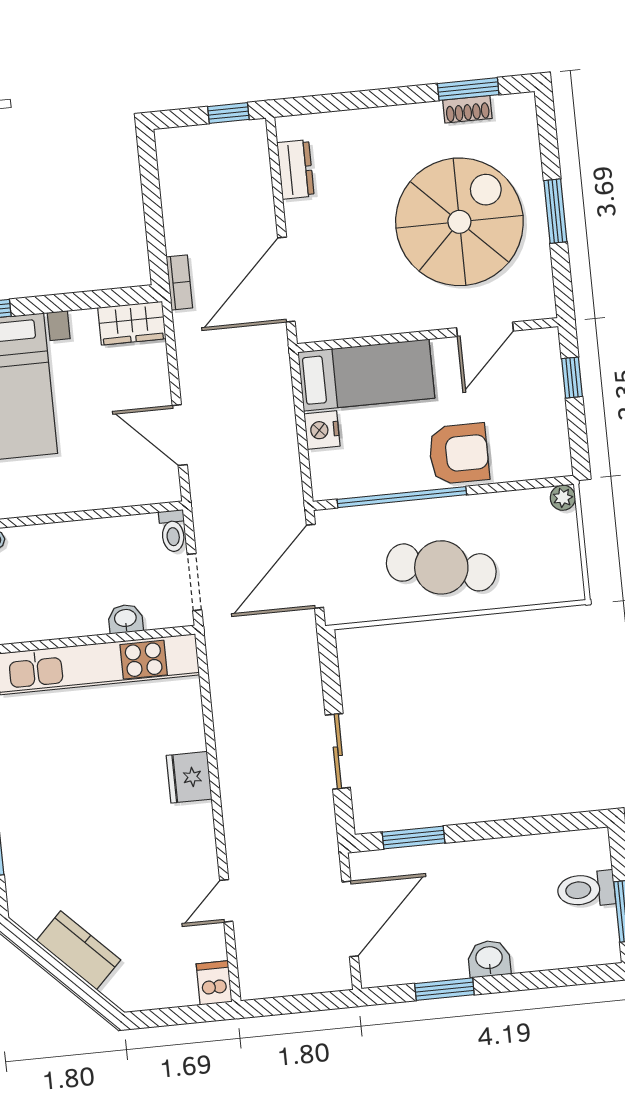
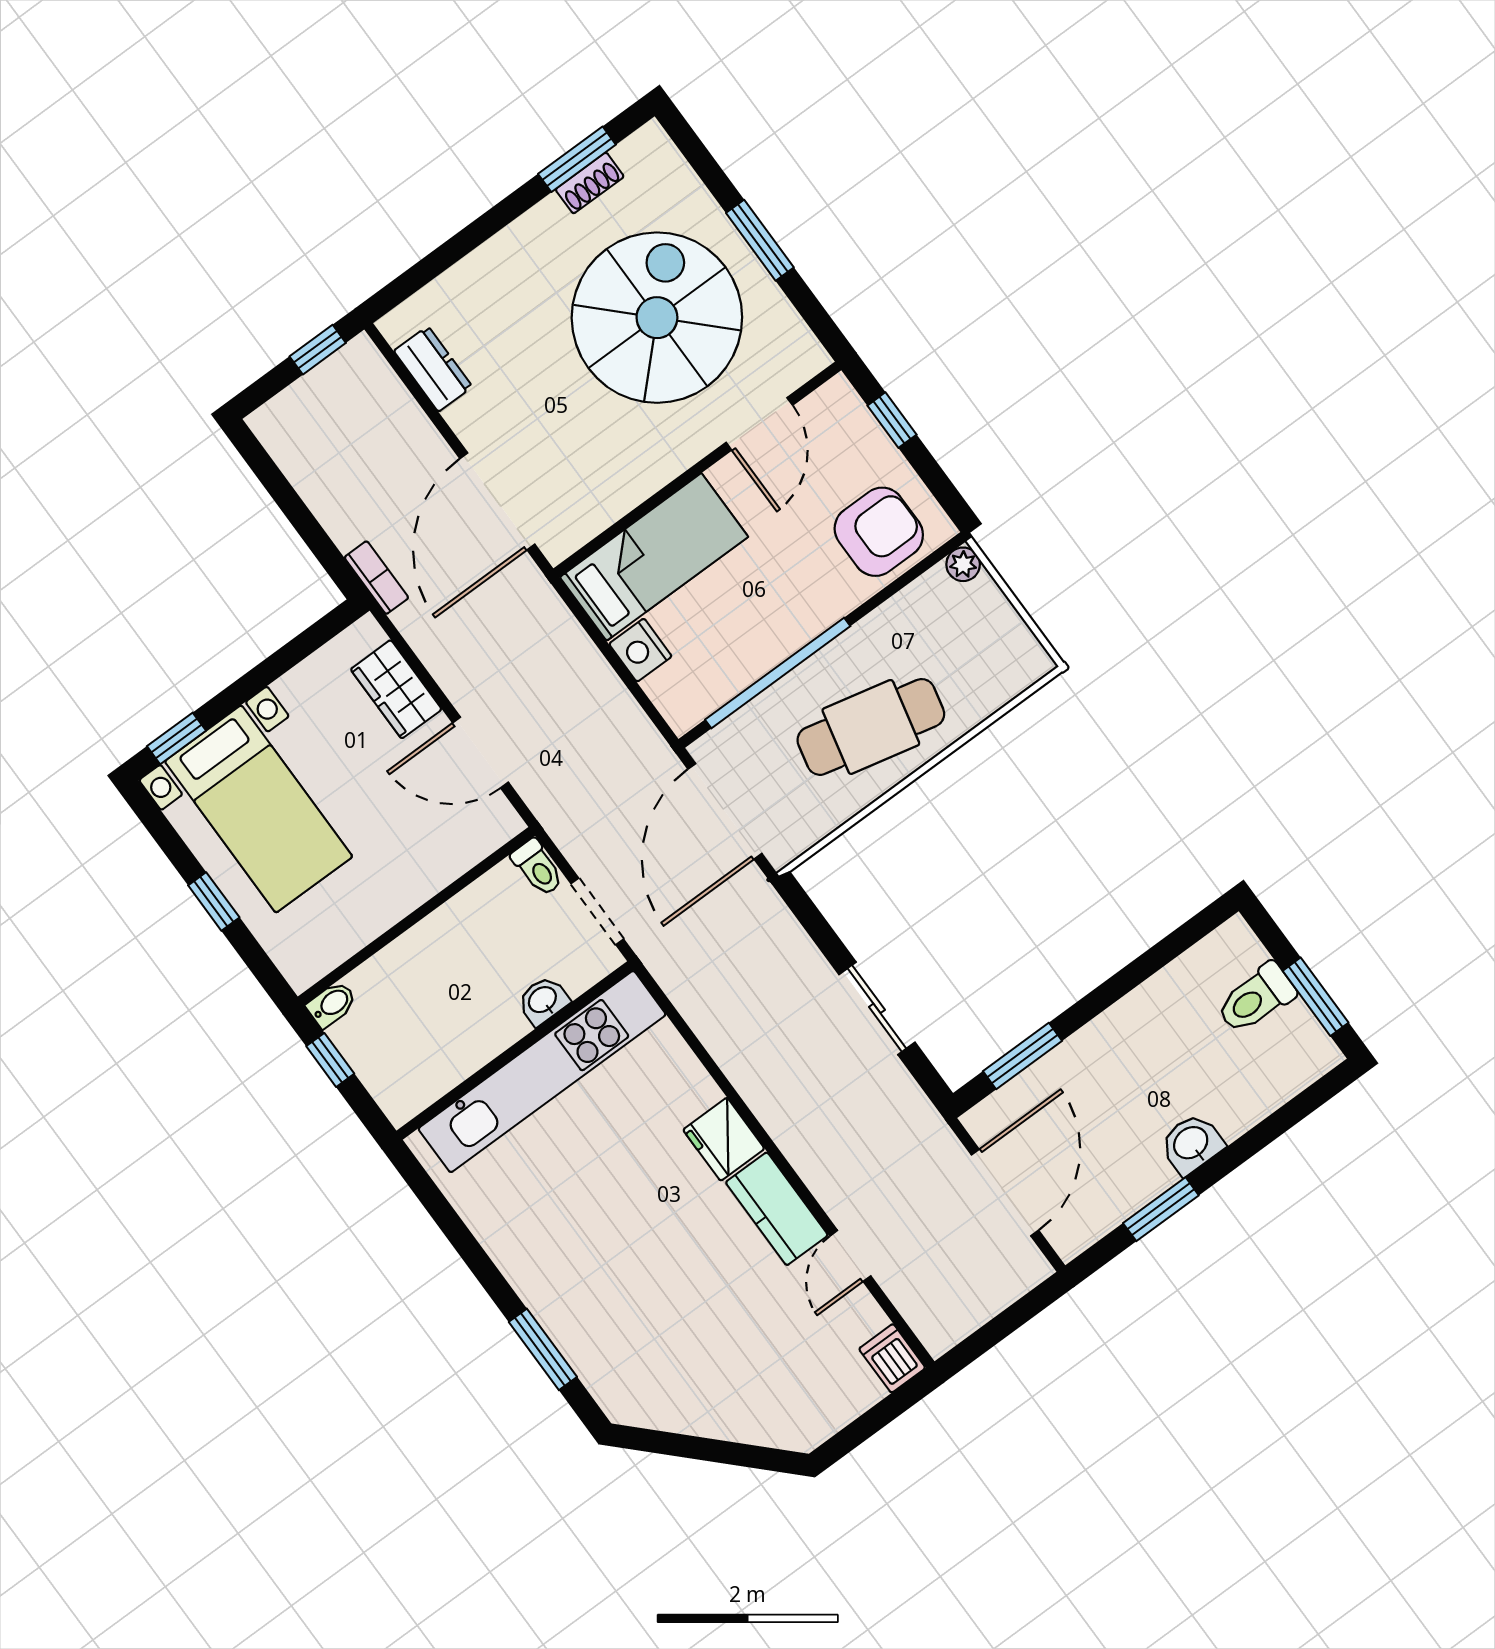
wardrobe: (132, 323) -> (396, 689), moved, turned 90
armchair: (459, 454) -> (879, 532), moved
kitchen counter: (78, 950) -> (777, 1209), moved, turned -135

